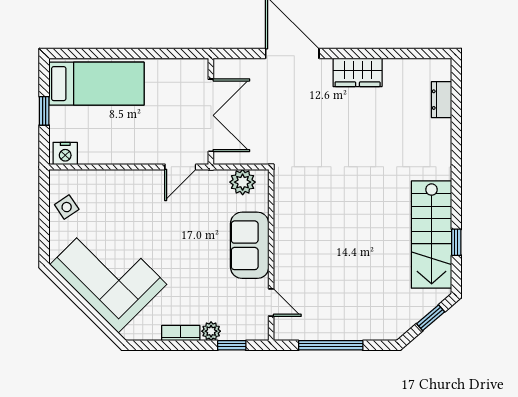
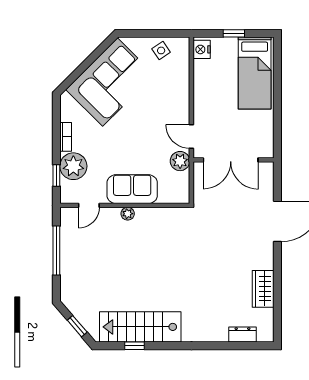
wardrobe: (358, 72) -> (263, 289), moved
plant: (243, 182) -> (180, 161), moved
plant: (282, 251) -> (128, 214), added
plant: (211, 331) -> (73, 166), width x1.88, depth x1.88

